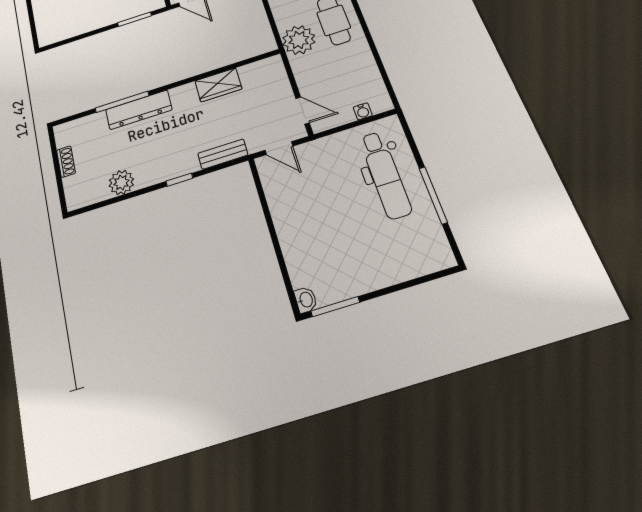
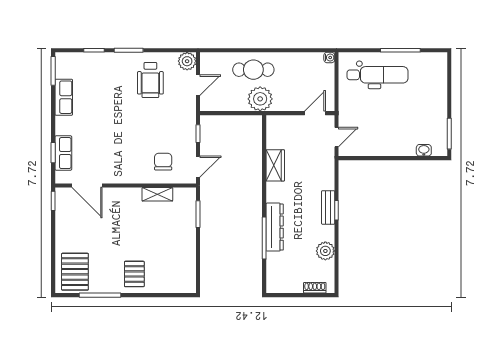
water cooler: (363, 111) -> (329, 58), moved
bench: (223, 154) -> (328, 207), moved
shoe rack: (66, 162) -> (315, 288), moved
washbasin: (306, 300) -> (424, 150), moved

